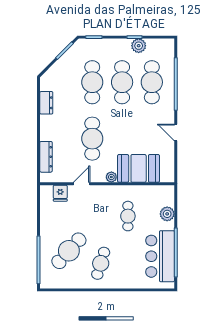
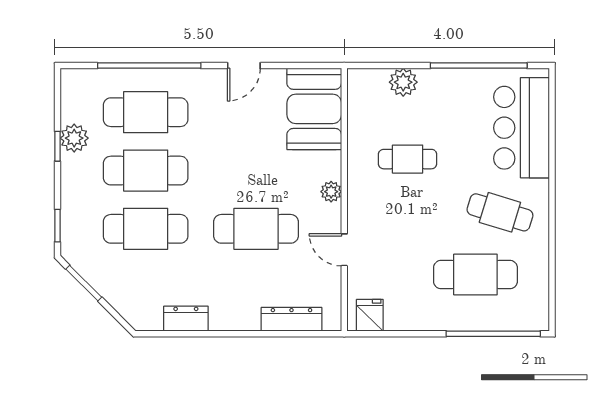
booth: (139, 168) -> (314, 109), moved
fridge: (60, 193) -> (370, 315), moved, turned -90
cafe table: (69, 251) -> (475, 275), turned -42
bar counter: (160, 256) -> (522, 128), moved, turned 90

